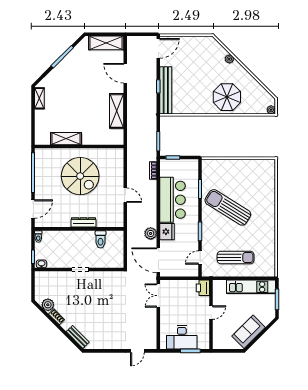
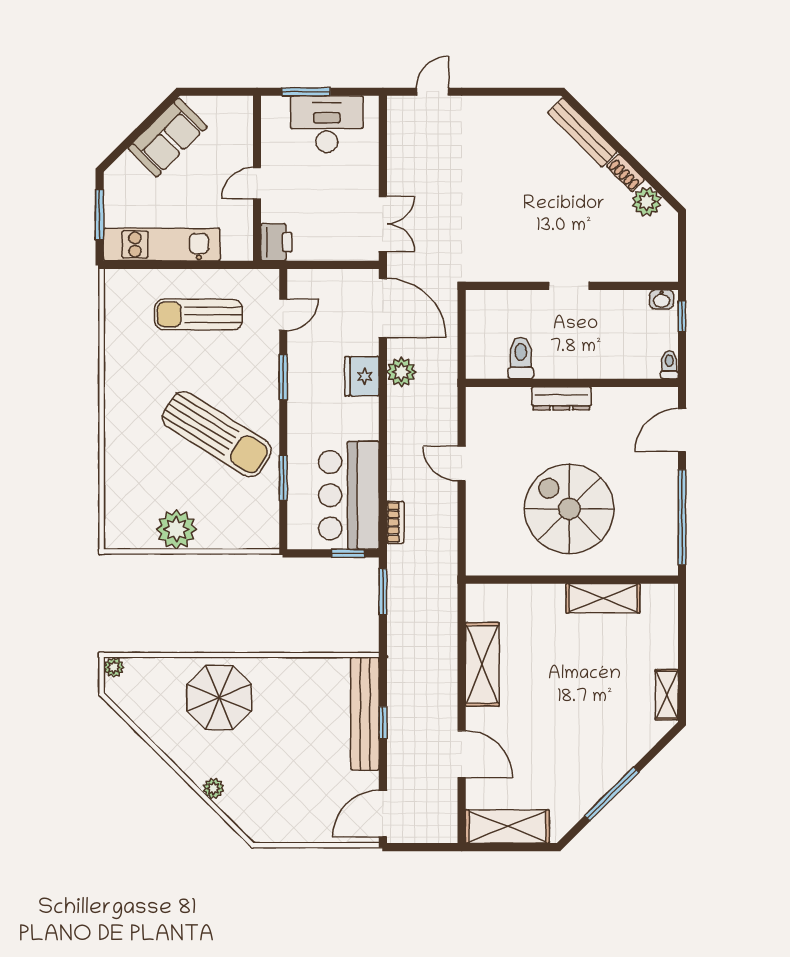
plant: (245, 167) -> (176, 529), added
bar counter: (173, 200) -> (349, 495), moved
bench: (78, 337) -> (582, 132), width x1.36

